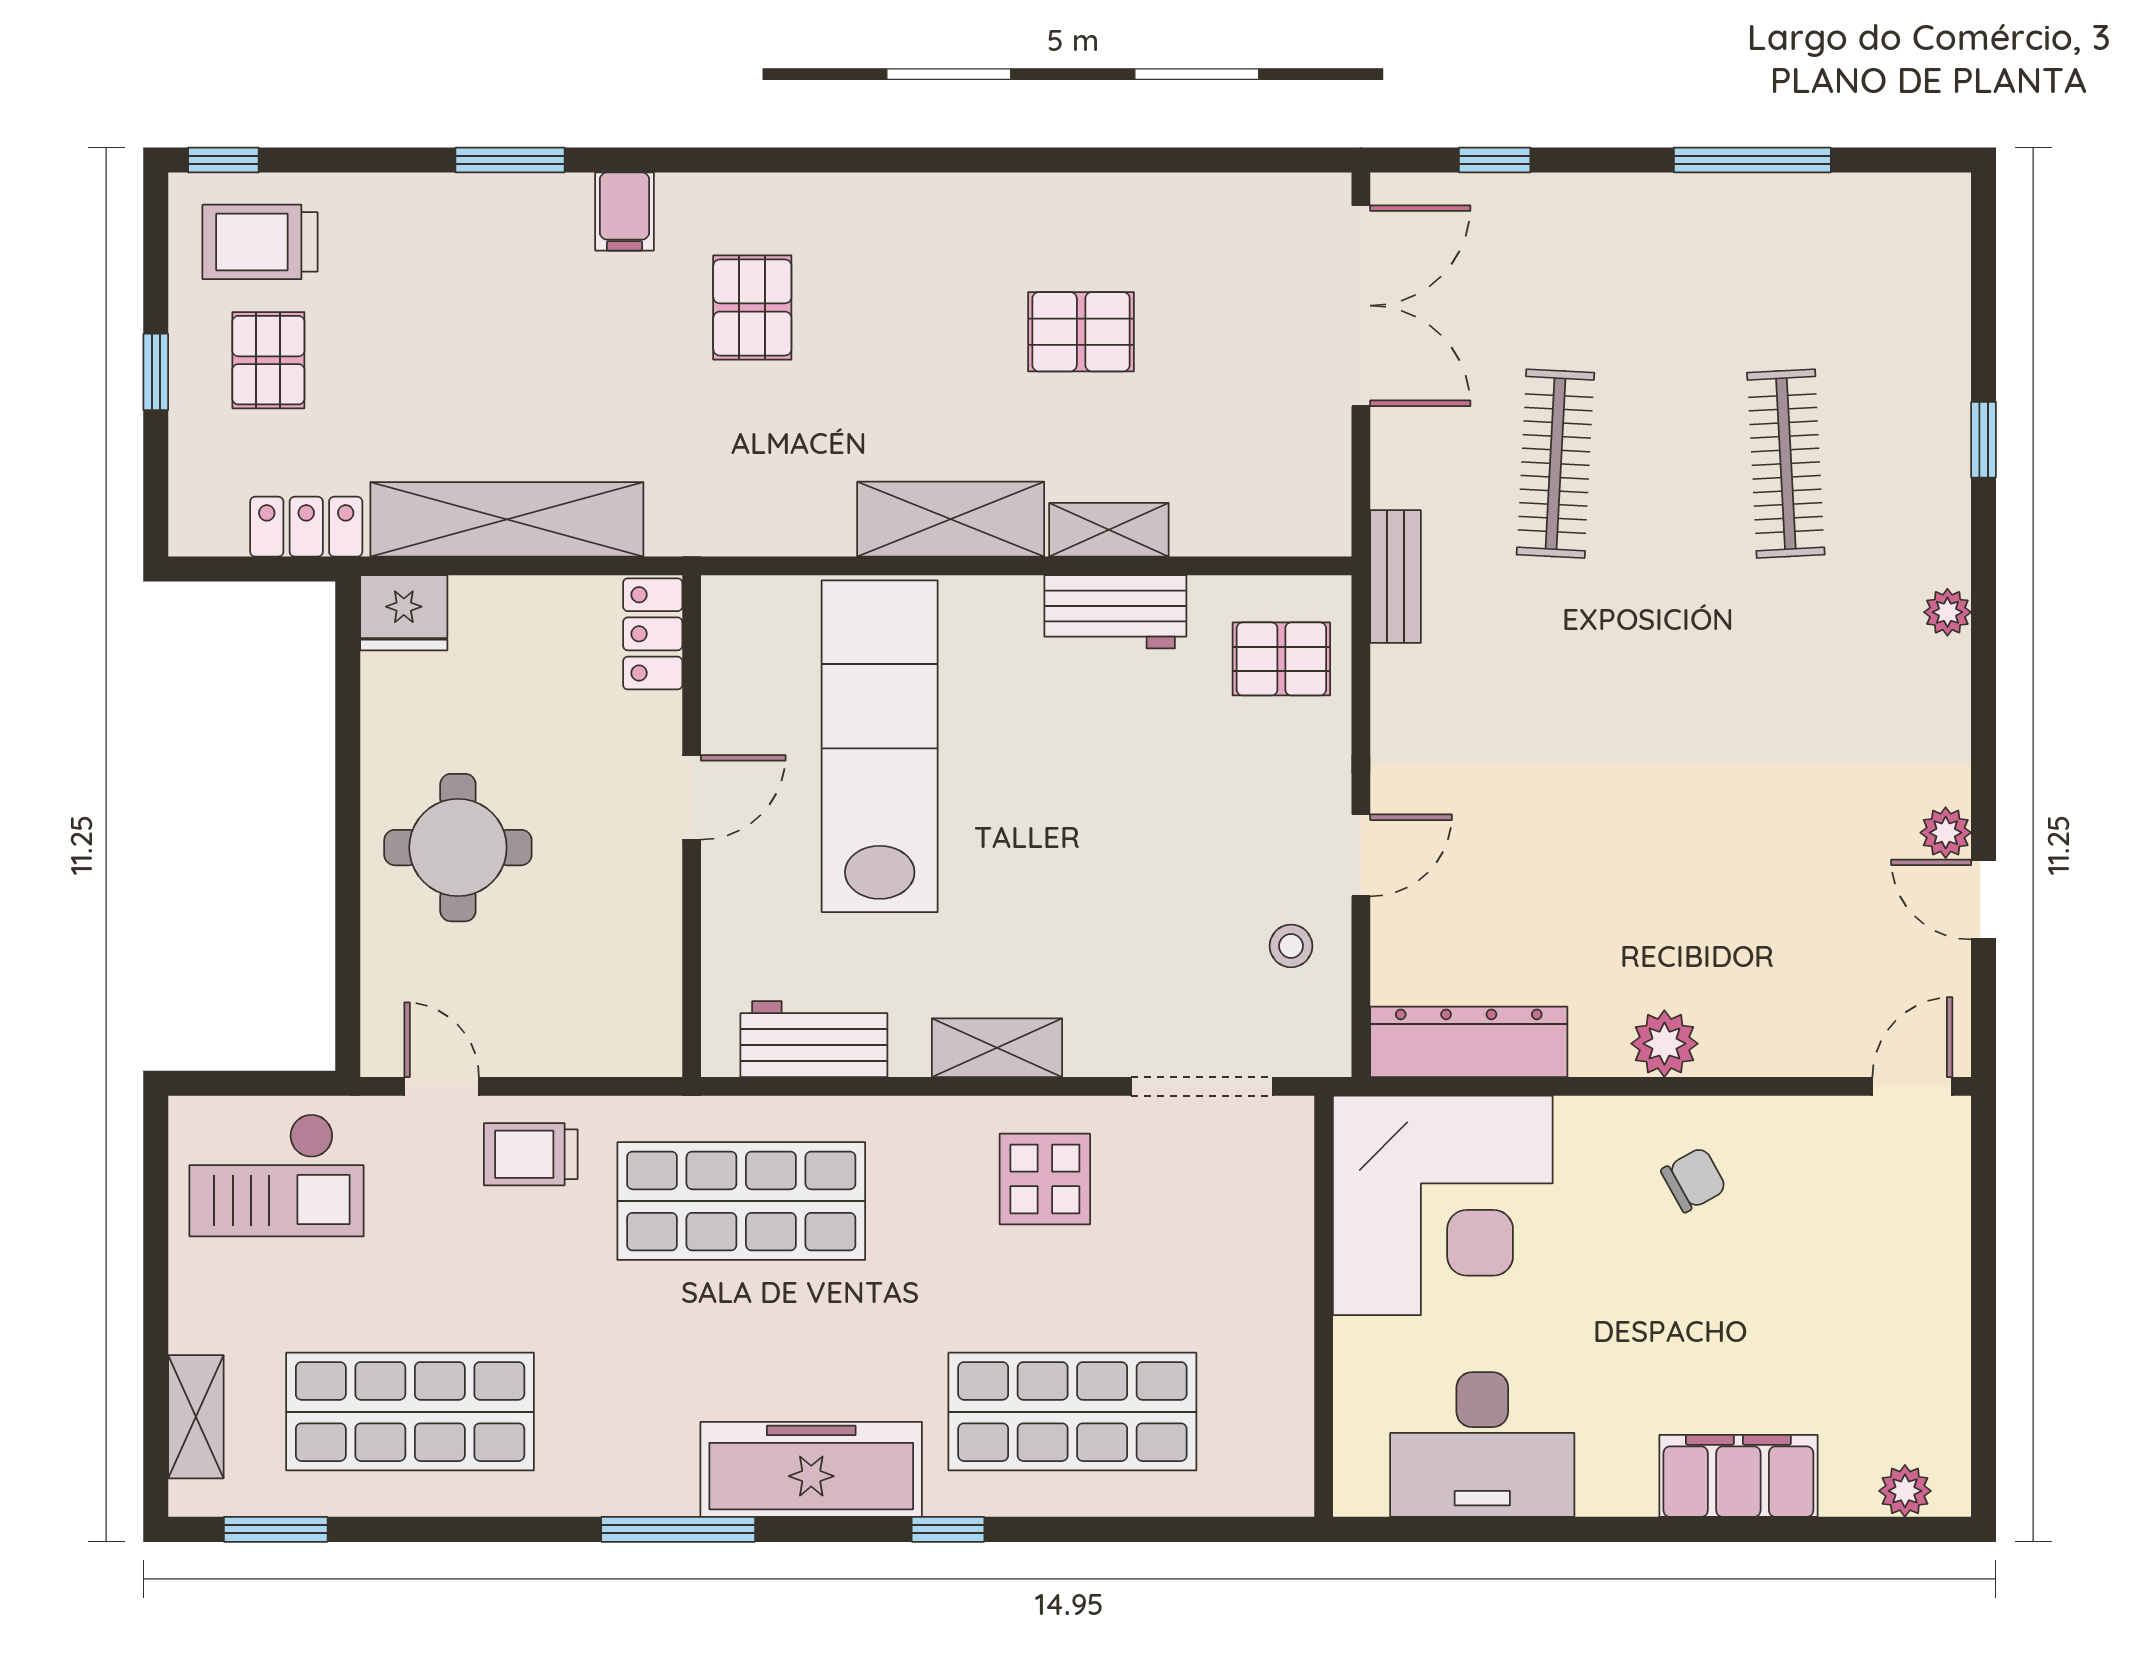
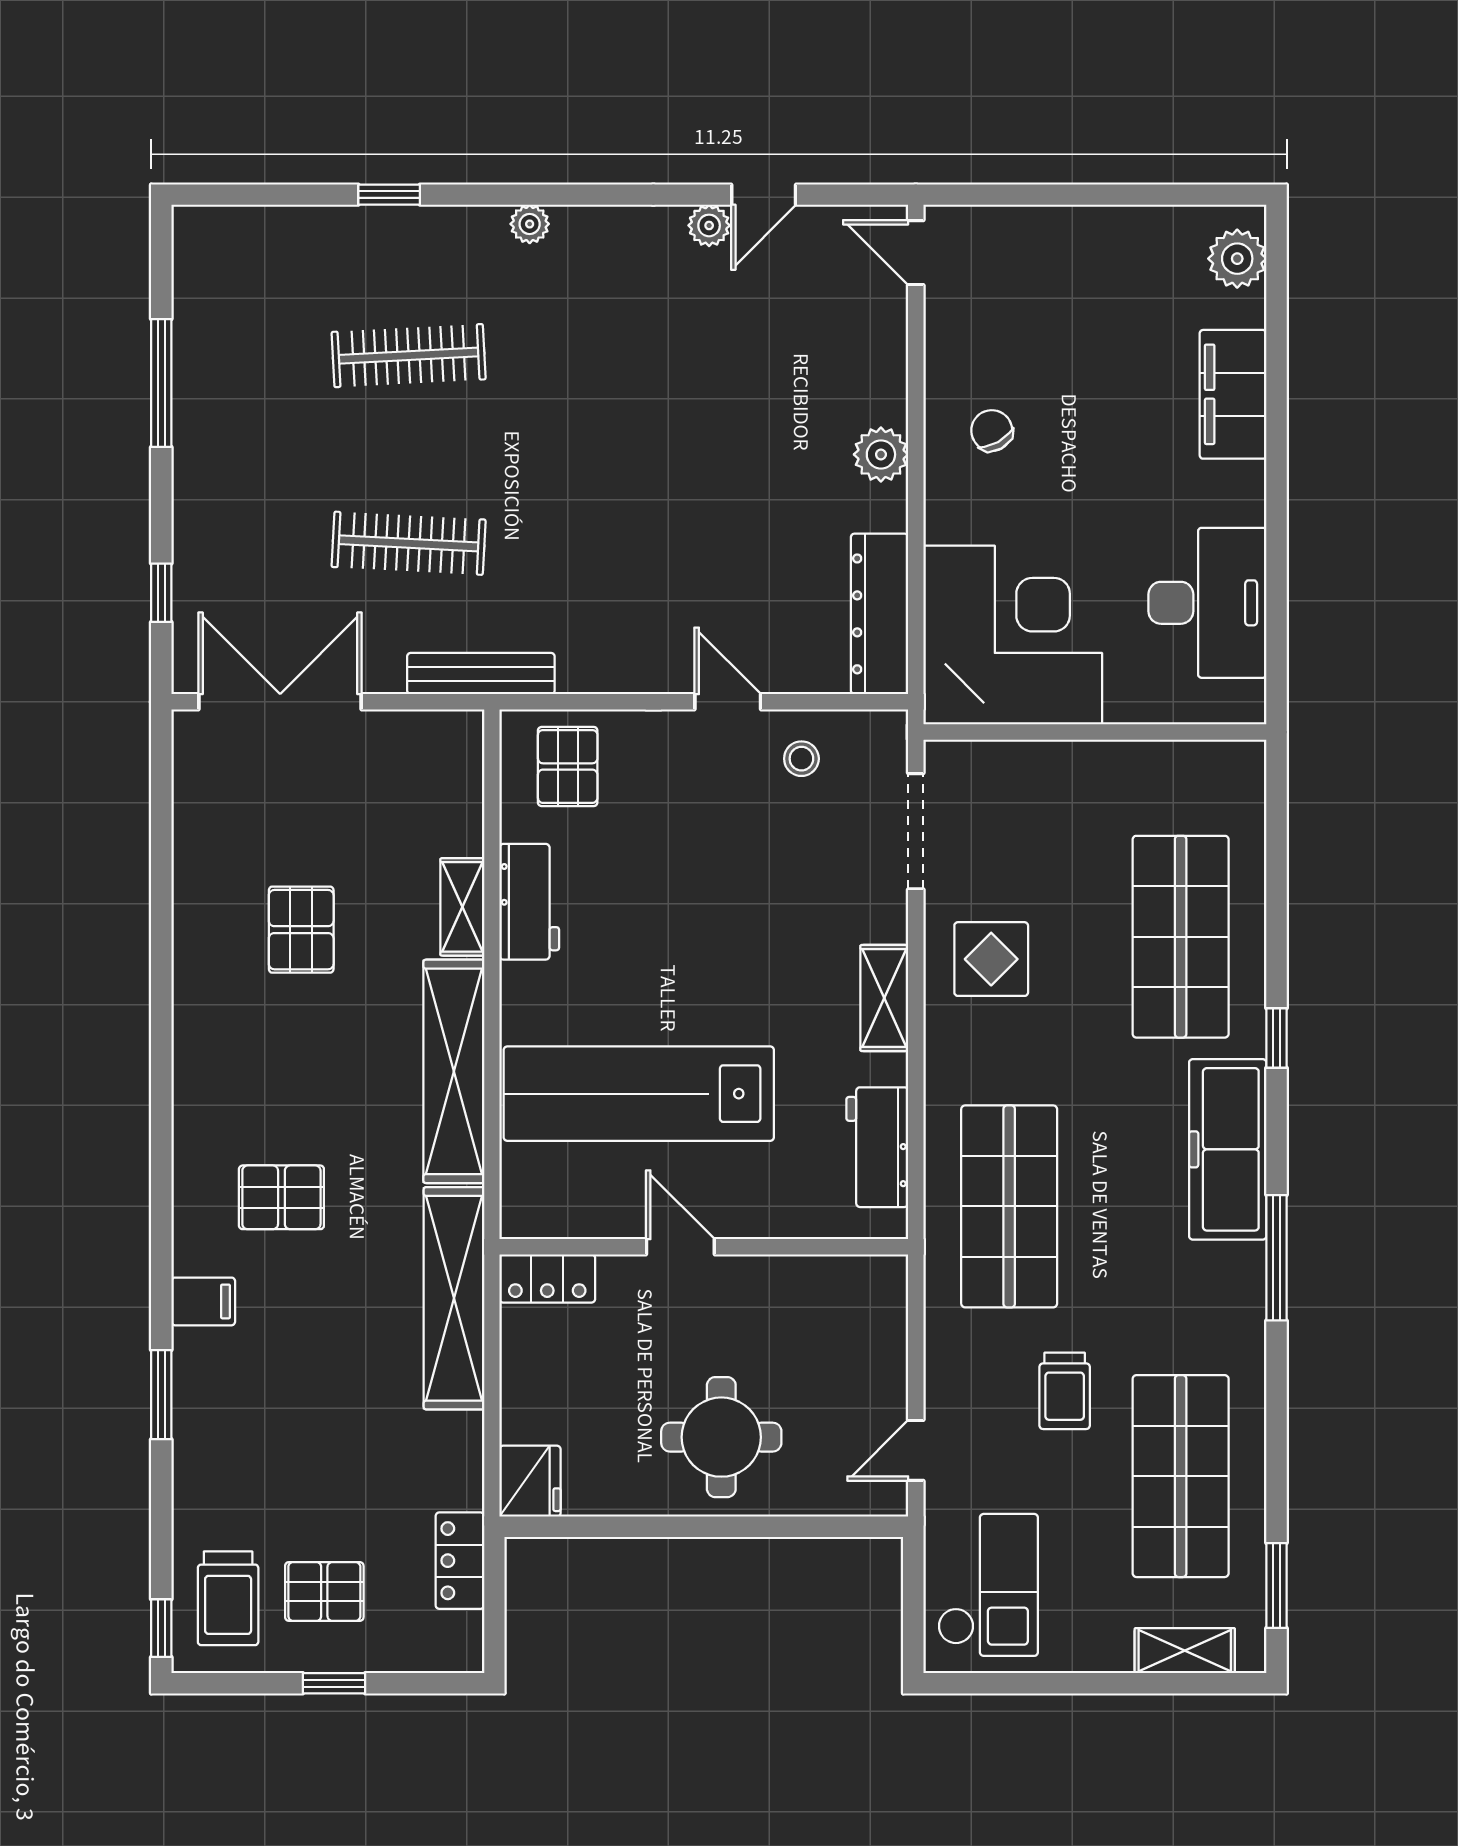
shelving: (507, 519) -> (454, 1298), moved
shelving: (951, 519) -> (454, 1071), width x1.47
bench: (1396, 577) -> (481, 674), width x1.36
trolley: (531, 1154) -> (1065, 1391), moved
plant: (1905, 1491) -> (1237, 259), width x1.38, depth x1.38

